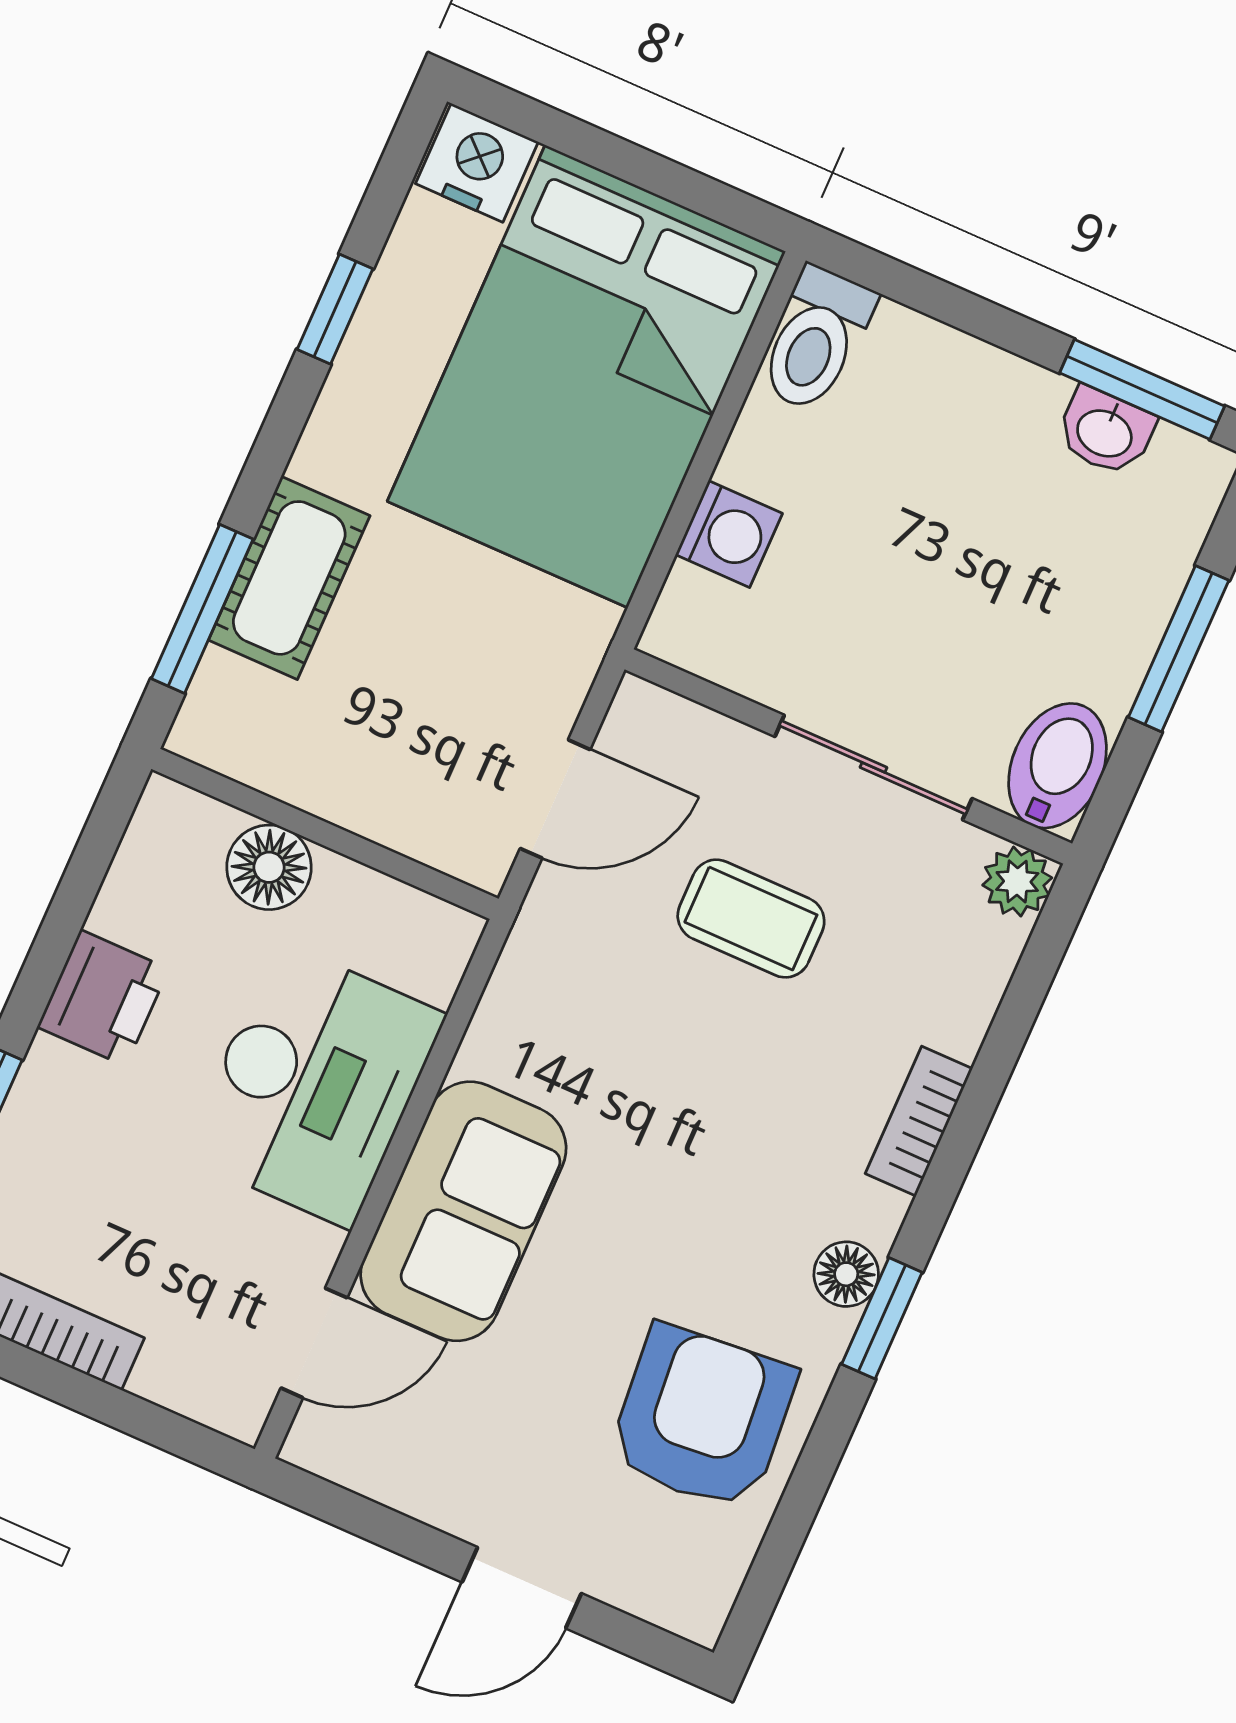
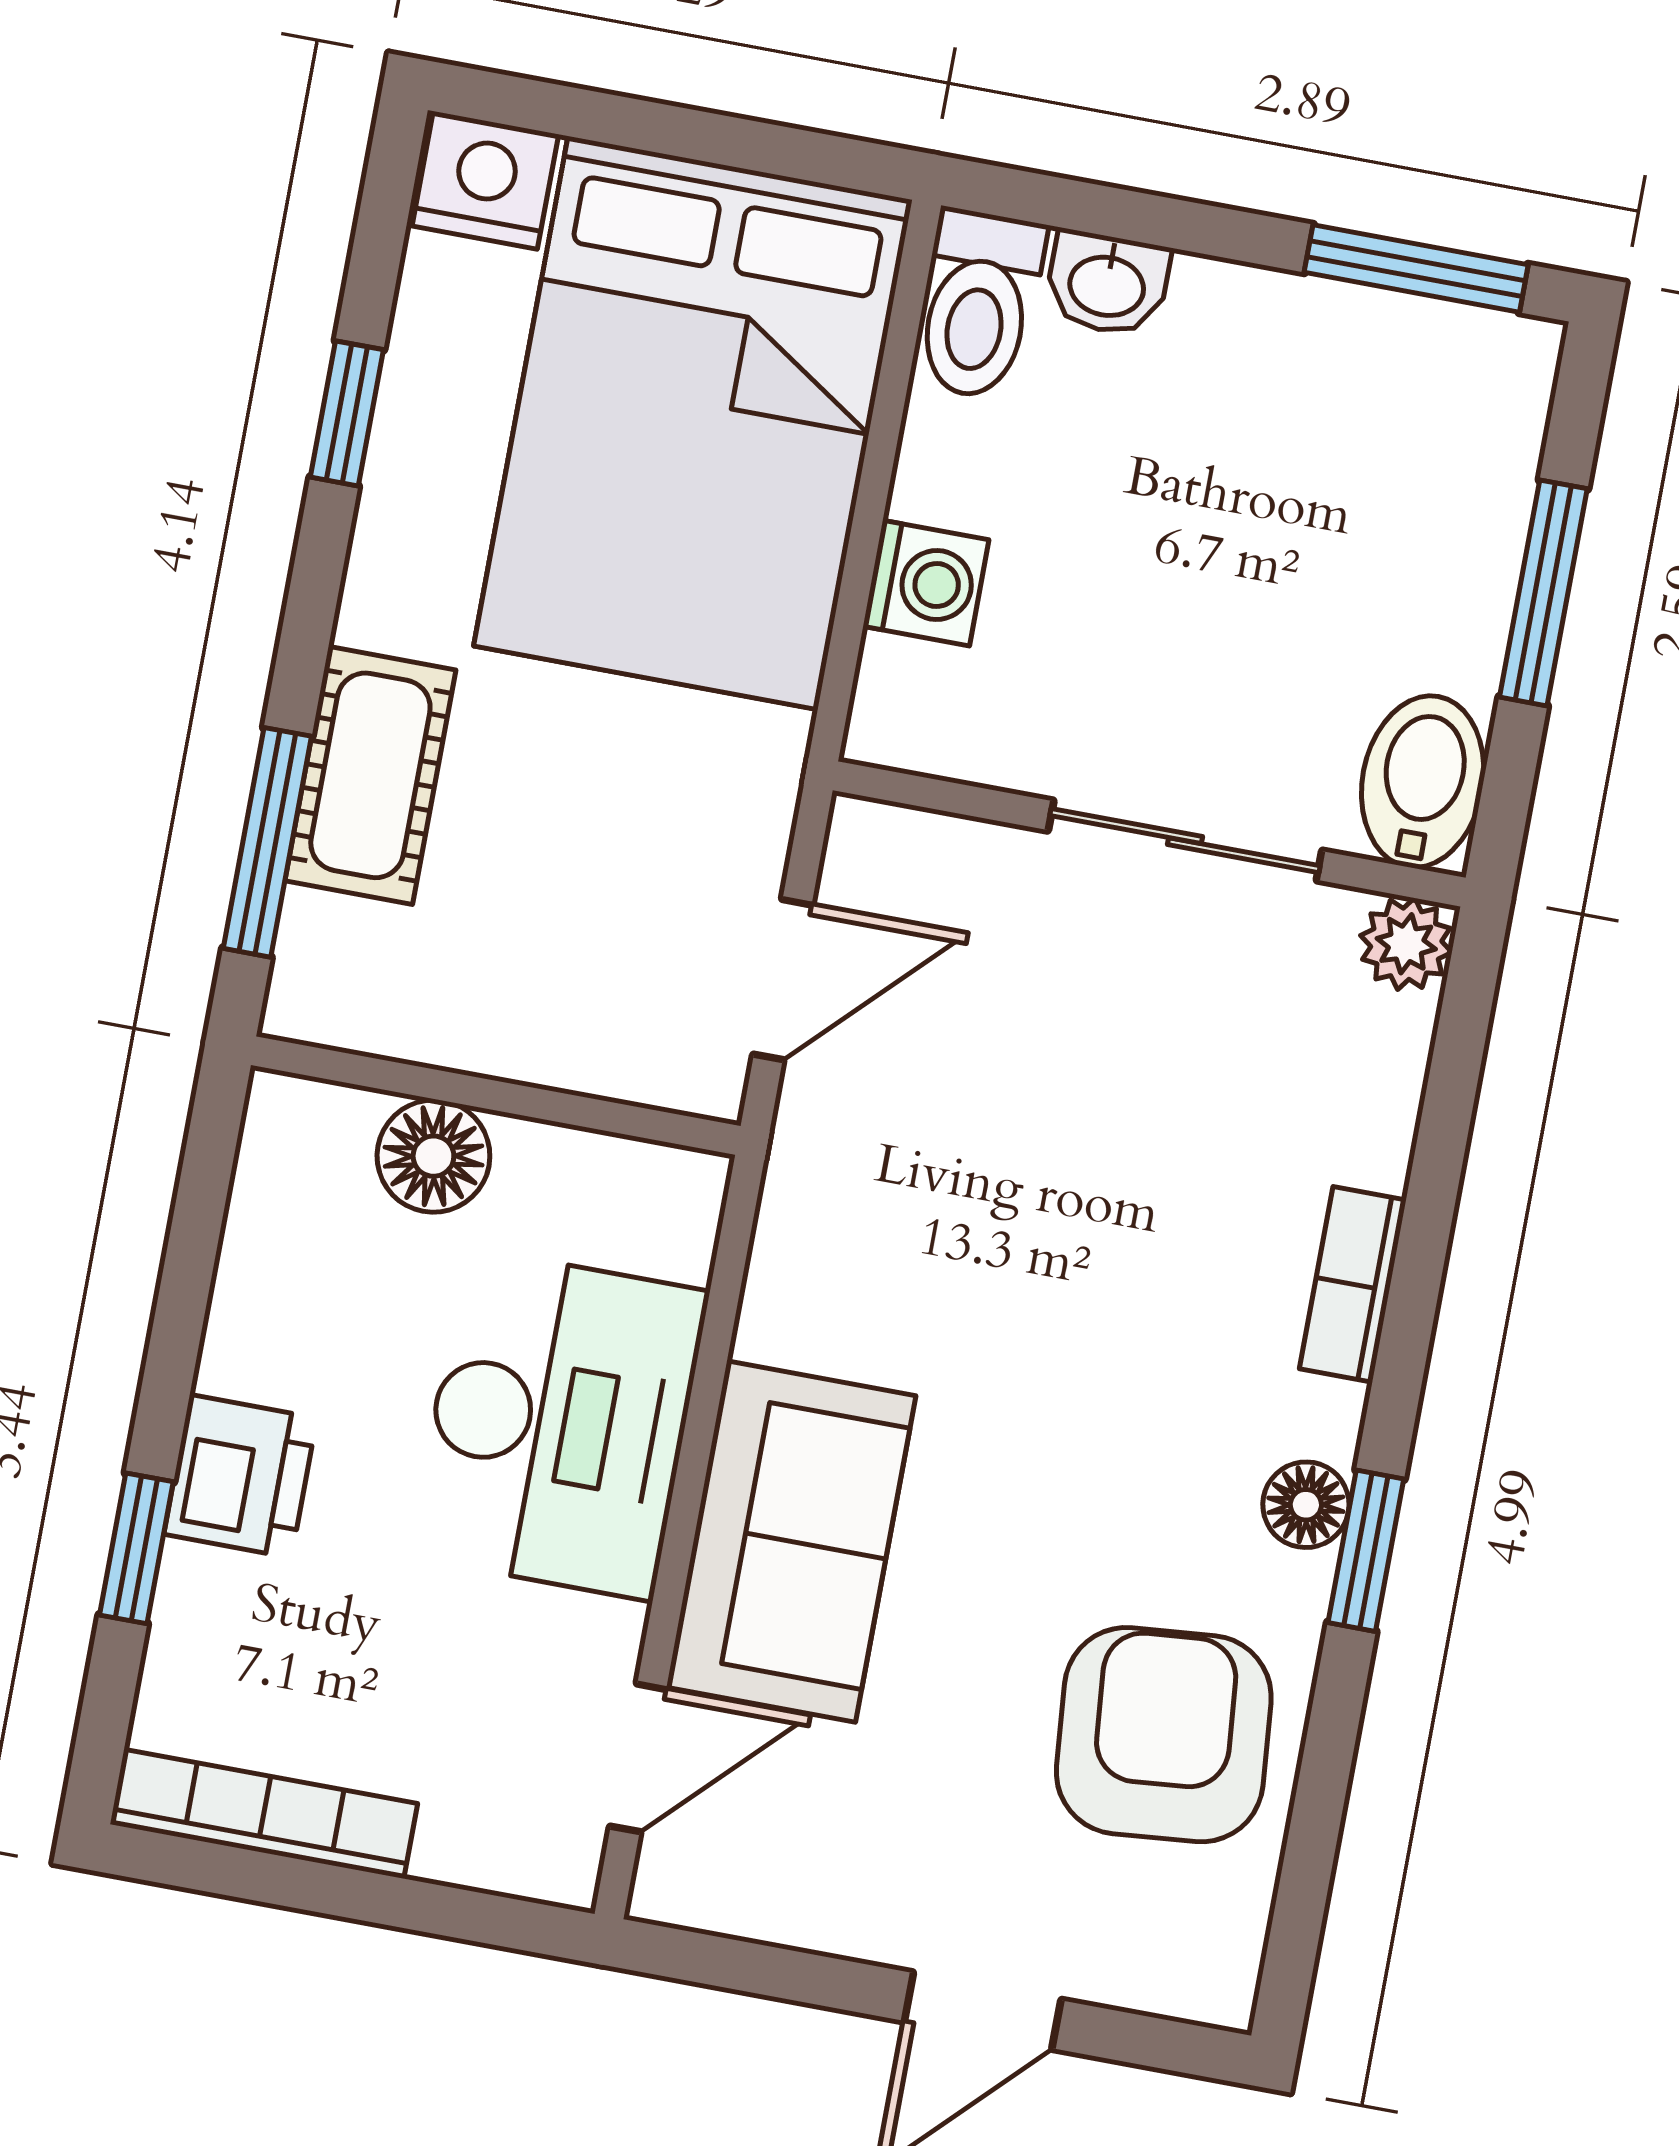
washbasin: (1105, 432) -> (1107, 284), moved
coffee table: (751, 919) -> (1073, 1074), removed
printer: (103, 998) -> (240, 1476), moved

